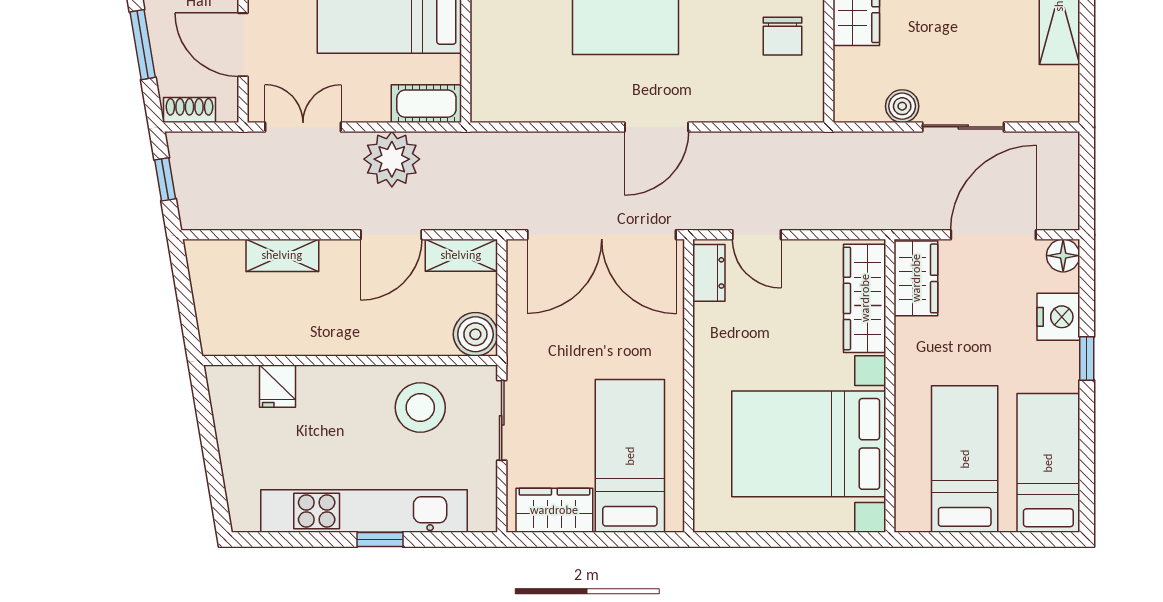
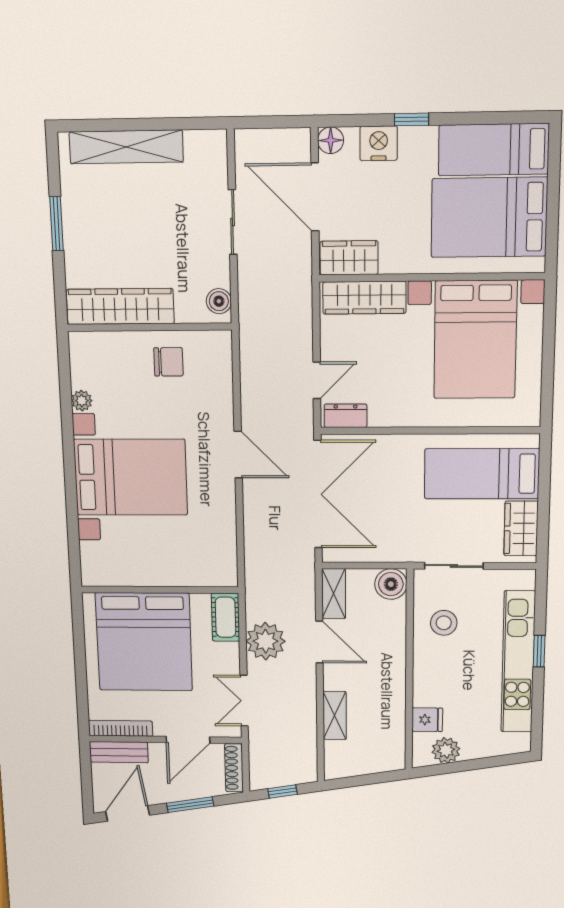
boiler: (902, 106) -> (219, 301), moved
shoe rack: (189, 110) -> (234, 768), width x1.43
stool: (420, 407) -> (444, 623), width x0.73, depth x0.73
plant: (232, 413) -> (446, 750), added
bed: (965, 459) -> (489, 217), width x1.50

